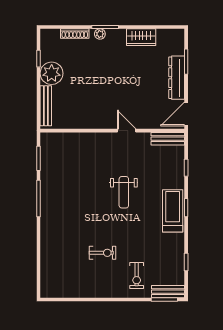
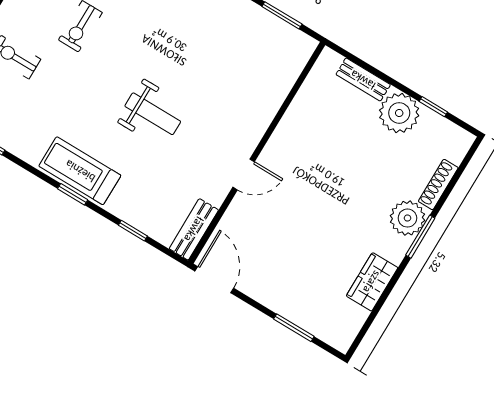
plant: (100, 34) -> (407, 218), width x1.88, depth x1.88
dresser: (177, 78) -> (278, 299), removed
bench: (46, 106) -> (363, 80), width x0.73
weight bench: (124, 192) -> (153, 114), turned 180
treadmill: (173, 211) -> (80, 171), turned 180

